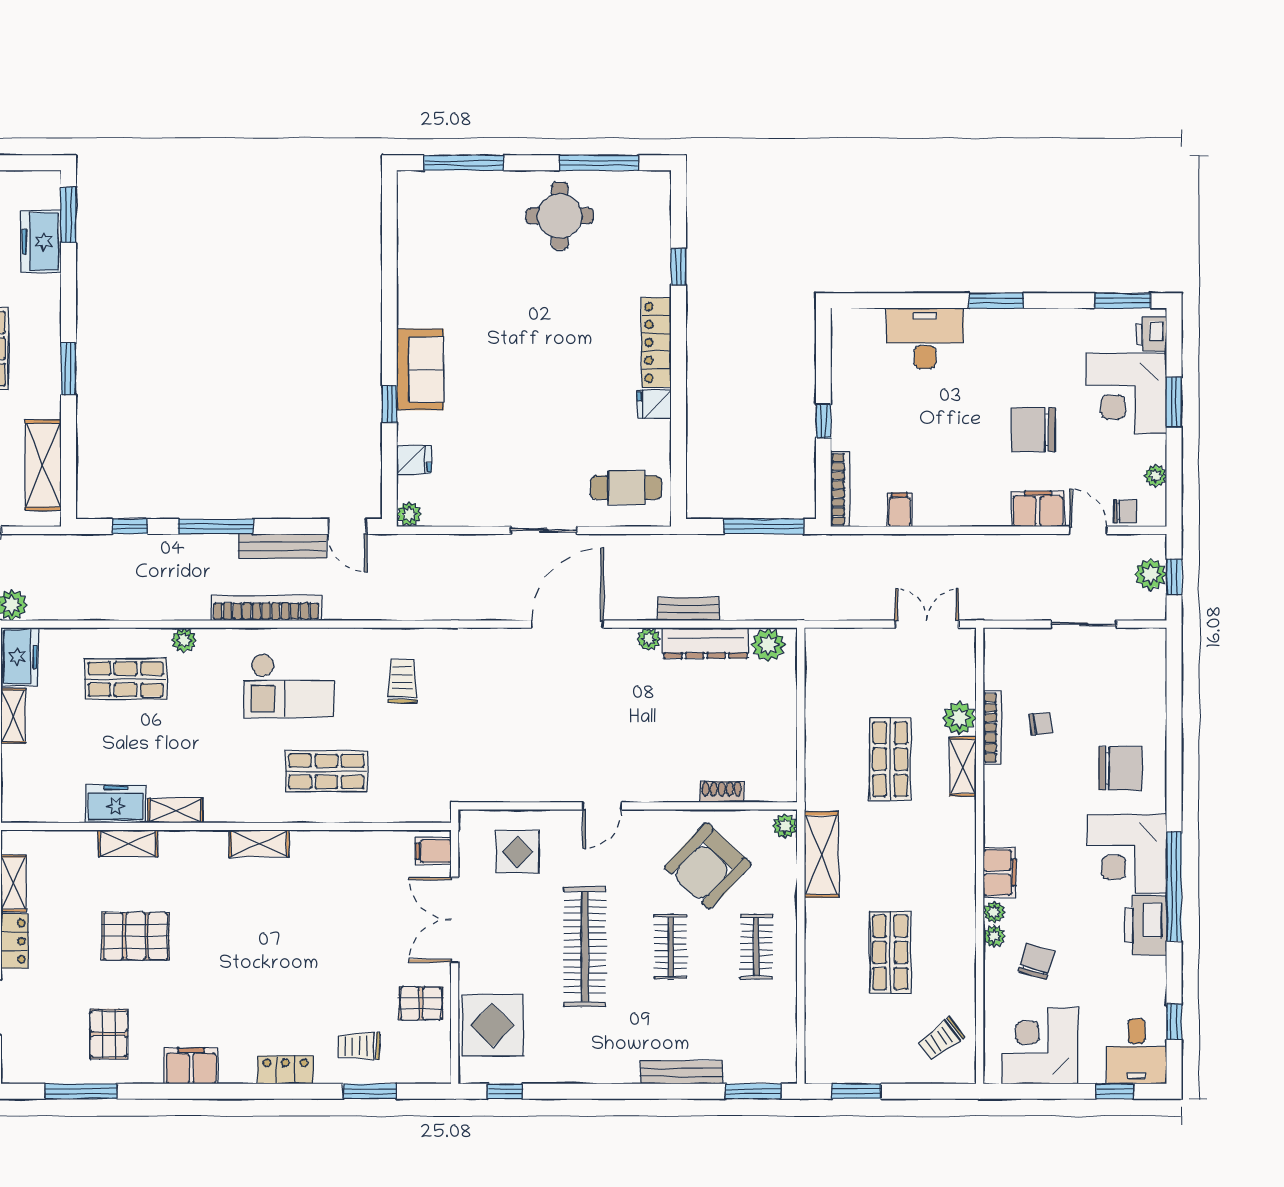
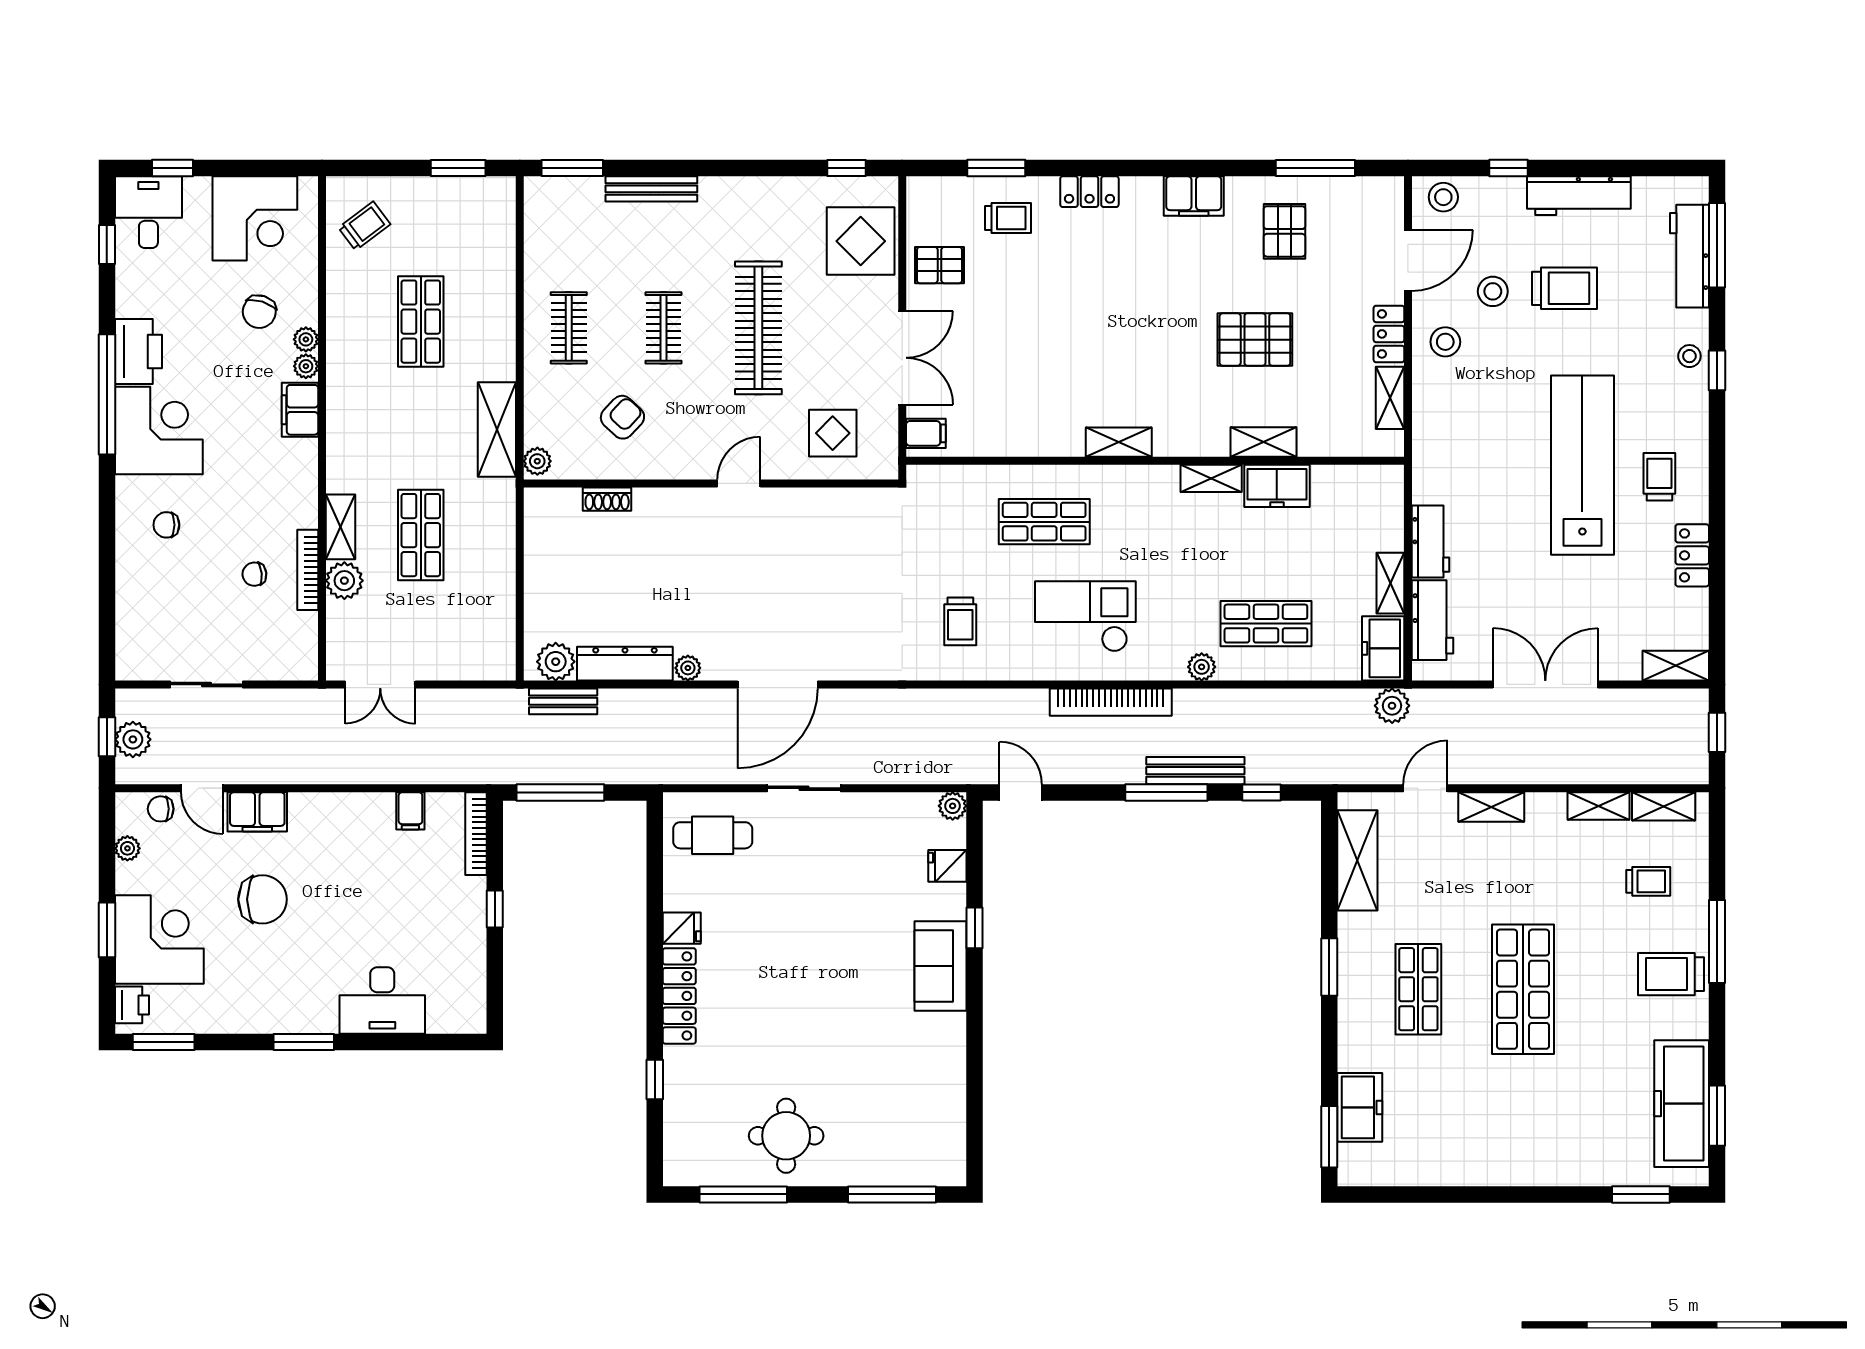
bench: (282, 546) -> (1195, 771), moved
bench: (688, 609) -> (563, 701), moved
chair: (1120, 768) -> (166, 525), width x0.54, depth x0.54
armchair: (708, 866) -> (622, 417), width x0.53, depth x0.53

